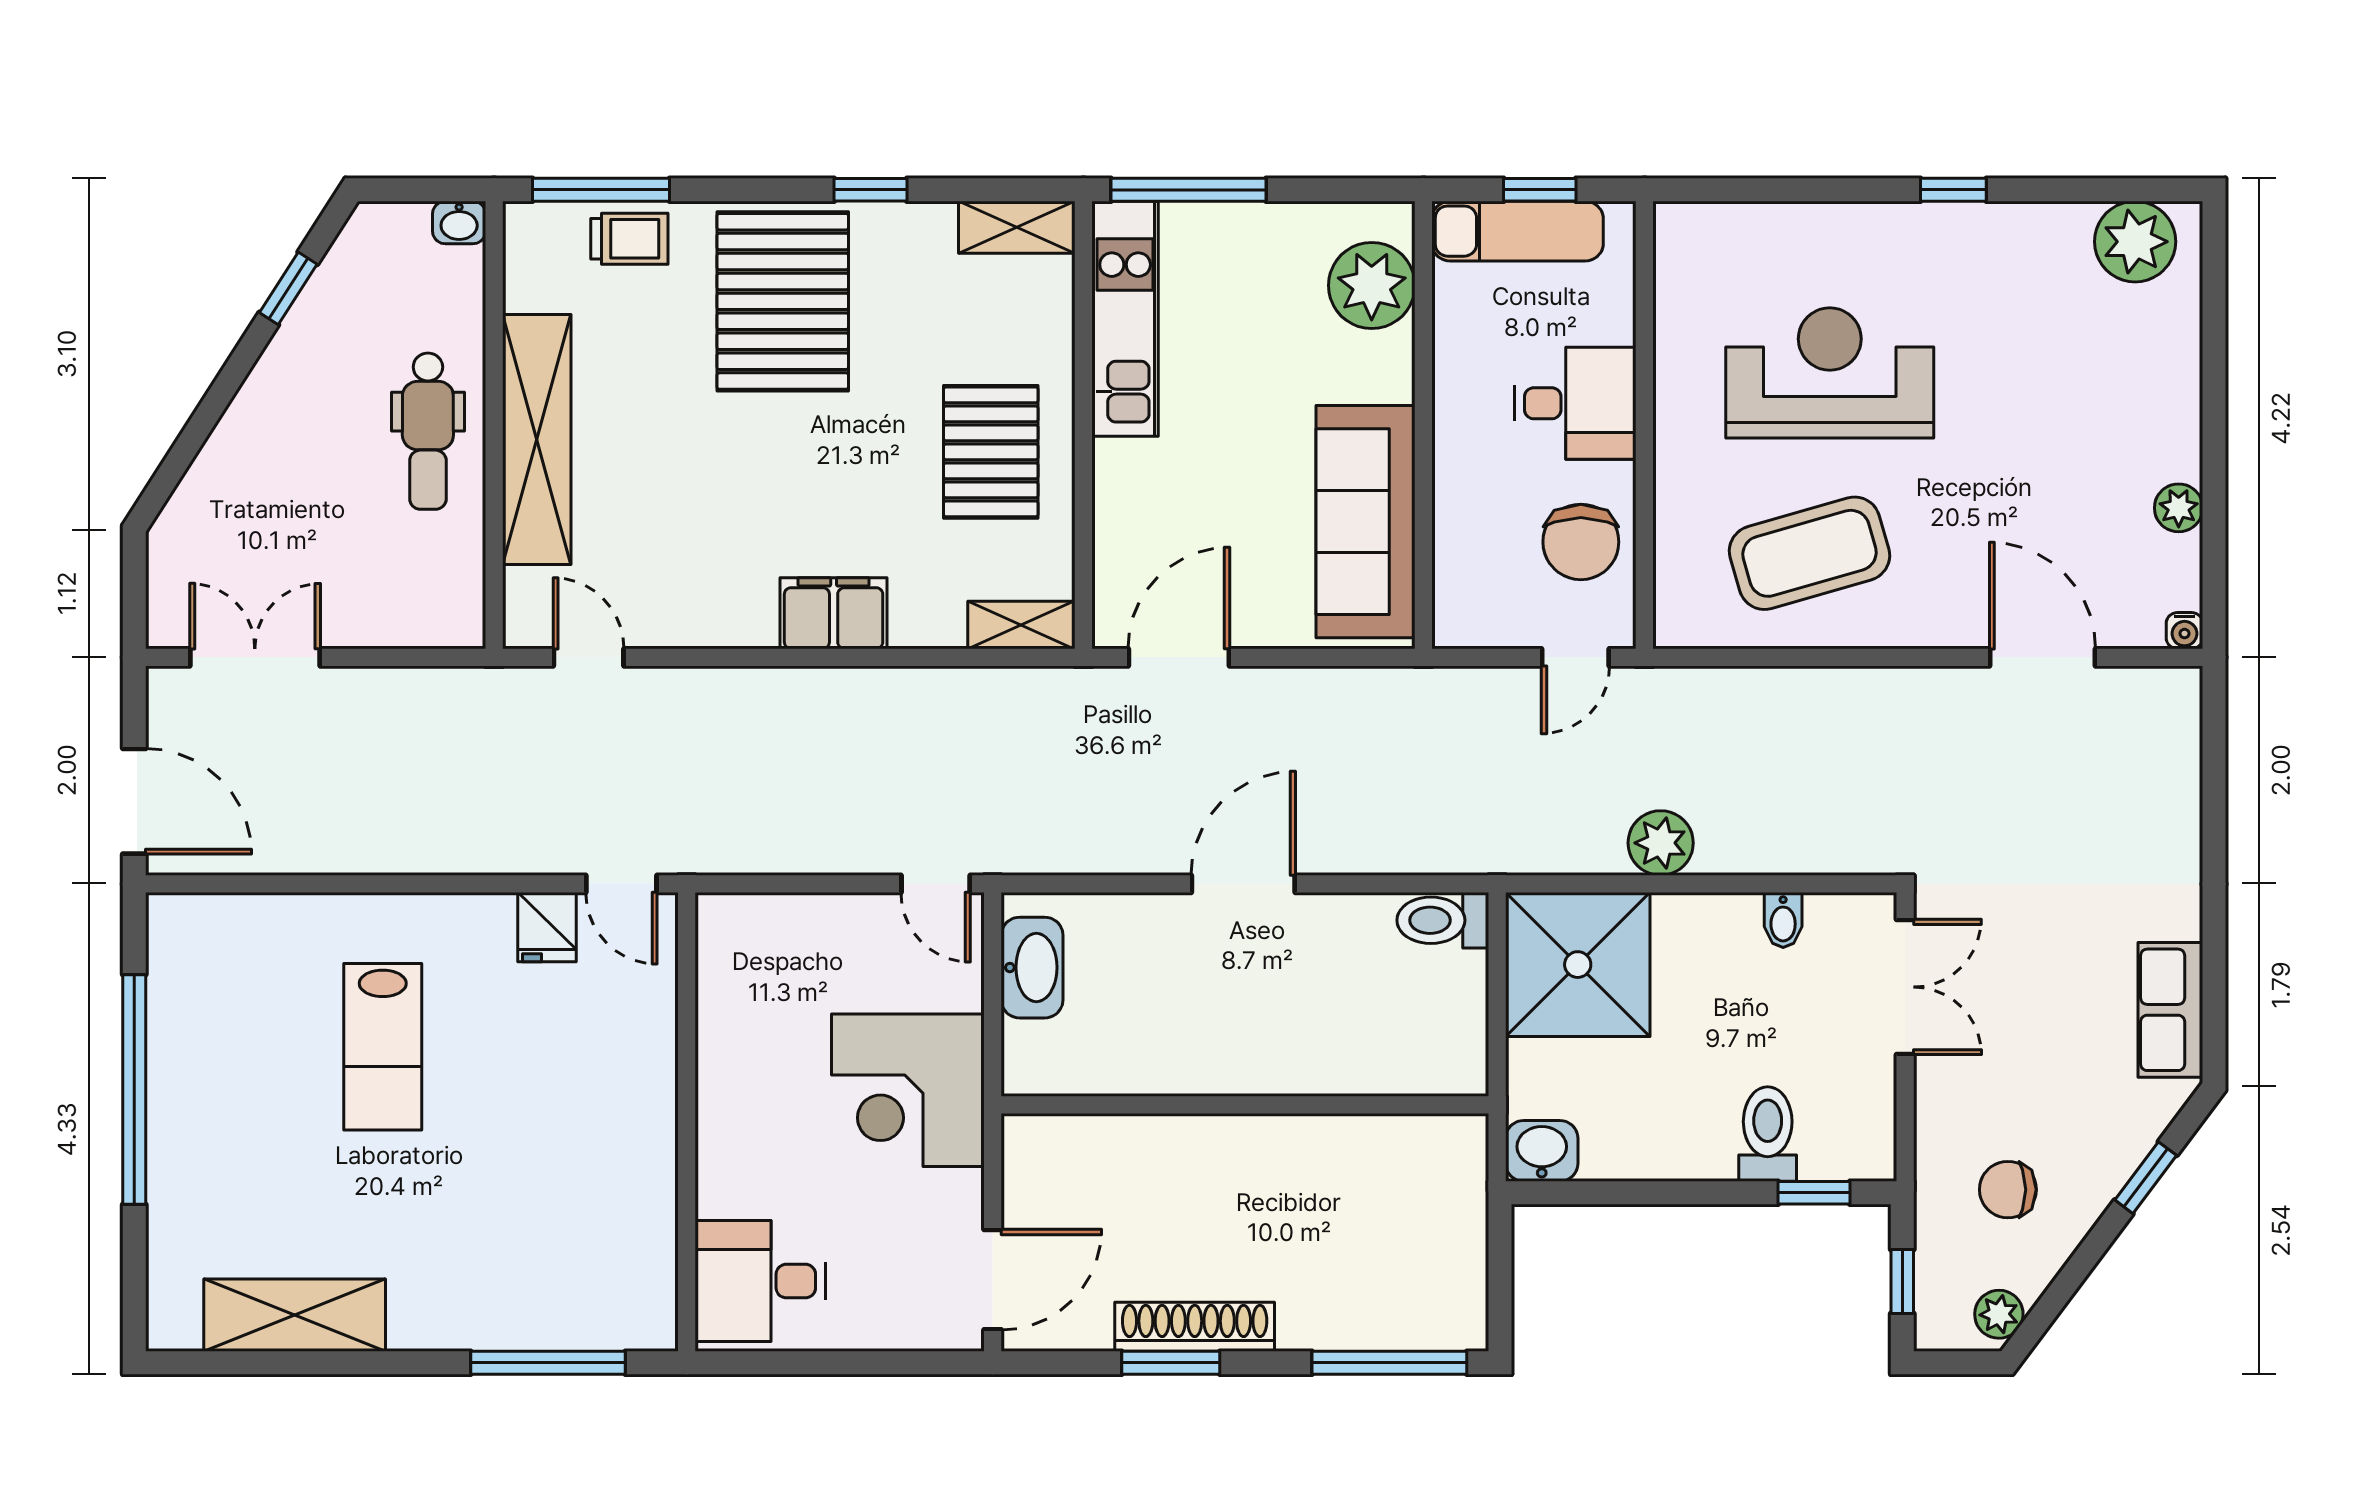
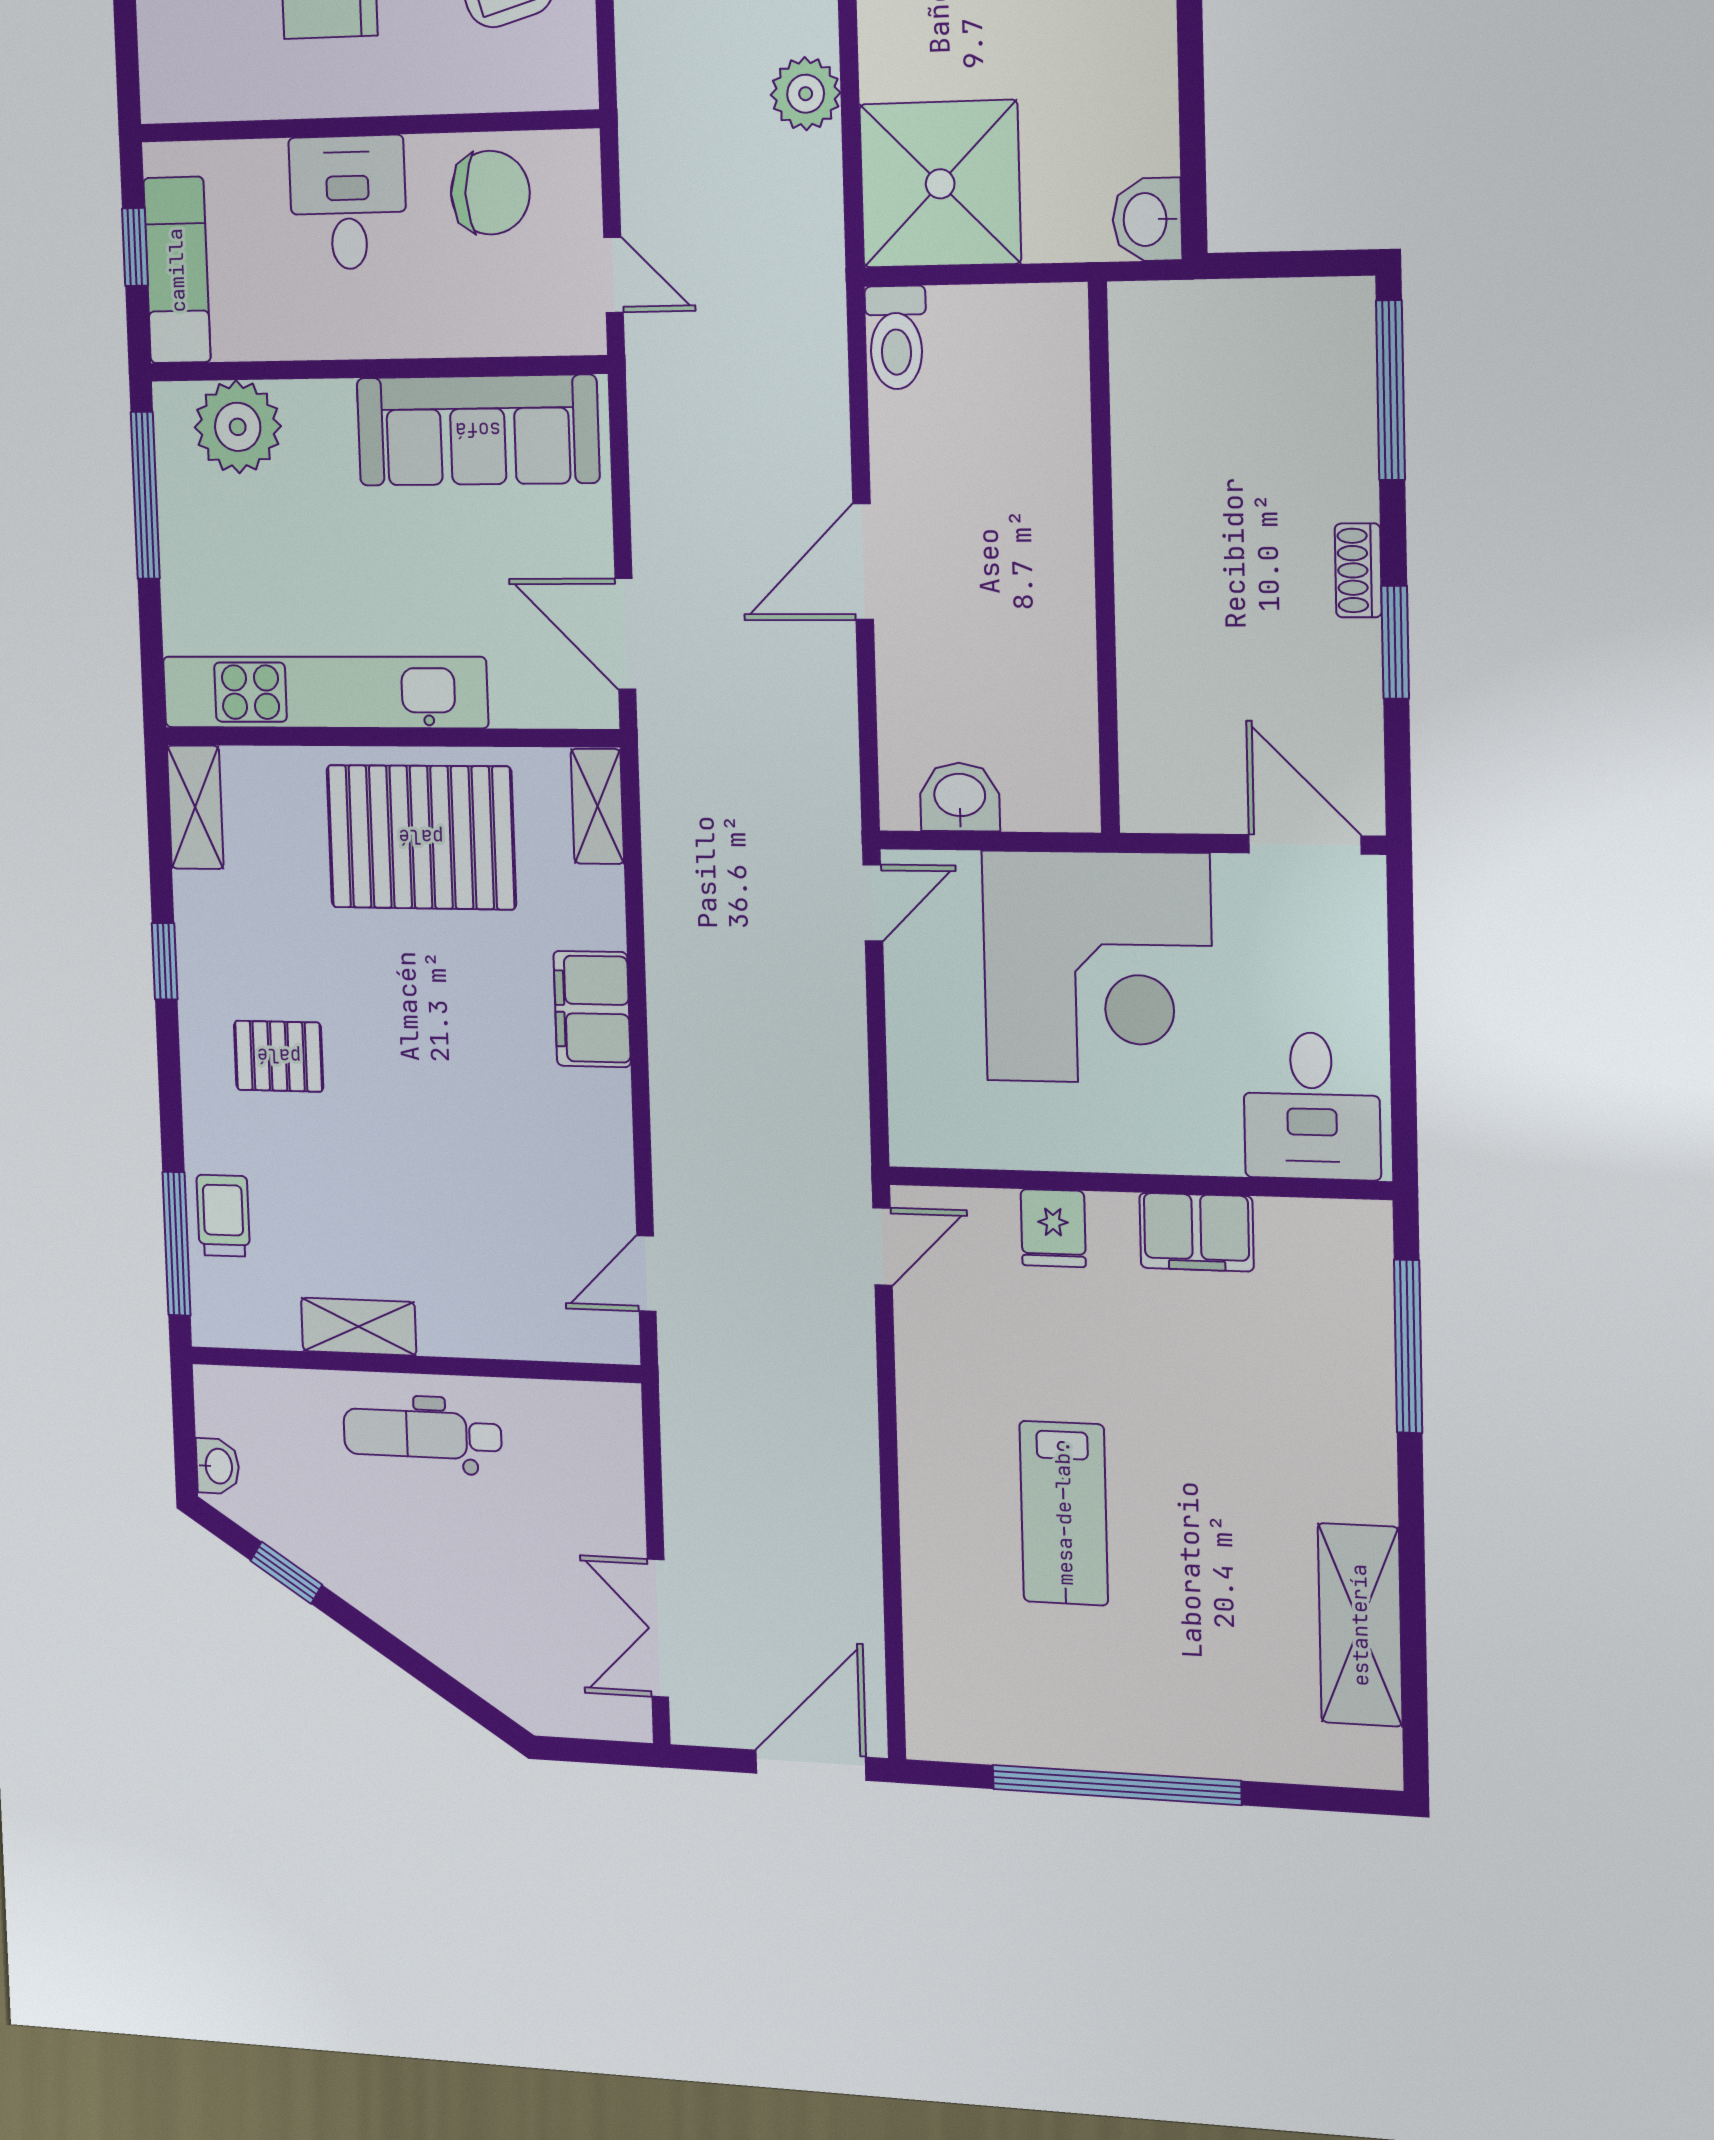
window: (1189, 190) -> (145, 495), moved
washbasin: (459, 222) -> (218, 1466), moved
pallet: (783, 301) -> (279, 1056), width x0.49, depth x0.50
kitchen unit: (1125, 319) -> (324, 692), width x1.36
dental chair: (428, 431) -> (422, 1434), turned 180
shelving: (537, 440) -> (359, 1327), width x0.45, depth x0.75
pallet: (991, 452) -> (421, 837), width x1.37, depth x1.41
door: (1575, 657) -> (614, 275), moved
door: (1243, 884) -> (863, 562), hinge flipped
fridge: (547, 927) -> (1053, 1228), moved, turned 90
washbasin: (1032, 968) -> (960, 797), width x0.72
lab bench: (383, 1047) -> (1064, 1513), turned 90
corner desk: (908, 1090) -> (1098, 967), width x1.36, depth x1.36
filing cabinet: (644, 1175) -> (1196, 1232), added
shoe rack: (1195, 1327) -> (1358, 570), width x0.51, depth x0.81

